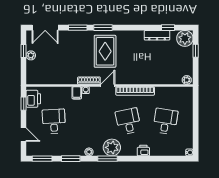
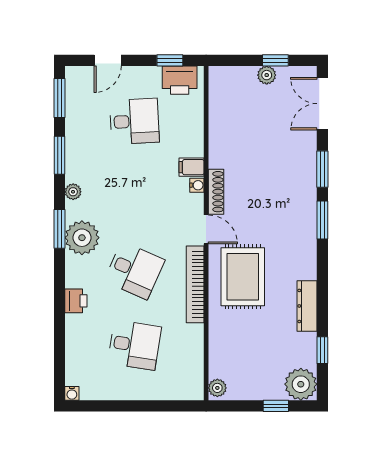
dresser: (157, 35) -> (307, 306), moved
rug: (105, 51) -> (243, 277), moved, turned 90
desk: (128, 121) -> (134, 270), turned 36

